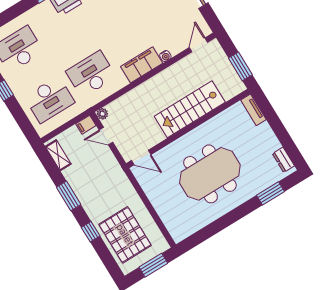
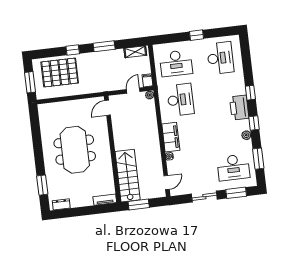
door: (199, 45) -> (167, 183), hinge flipped
desk: (49, 100) -> (176, 63), turned -90
stairs: (190, 109) -> (128, 176), moved

